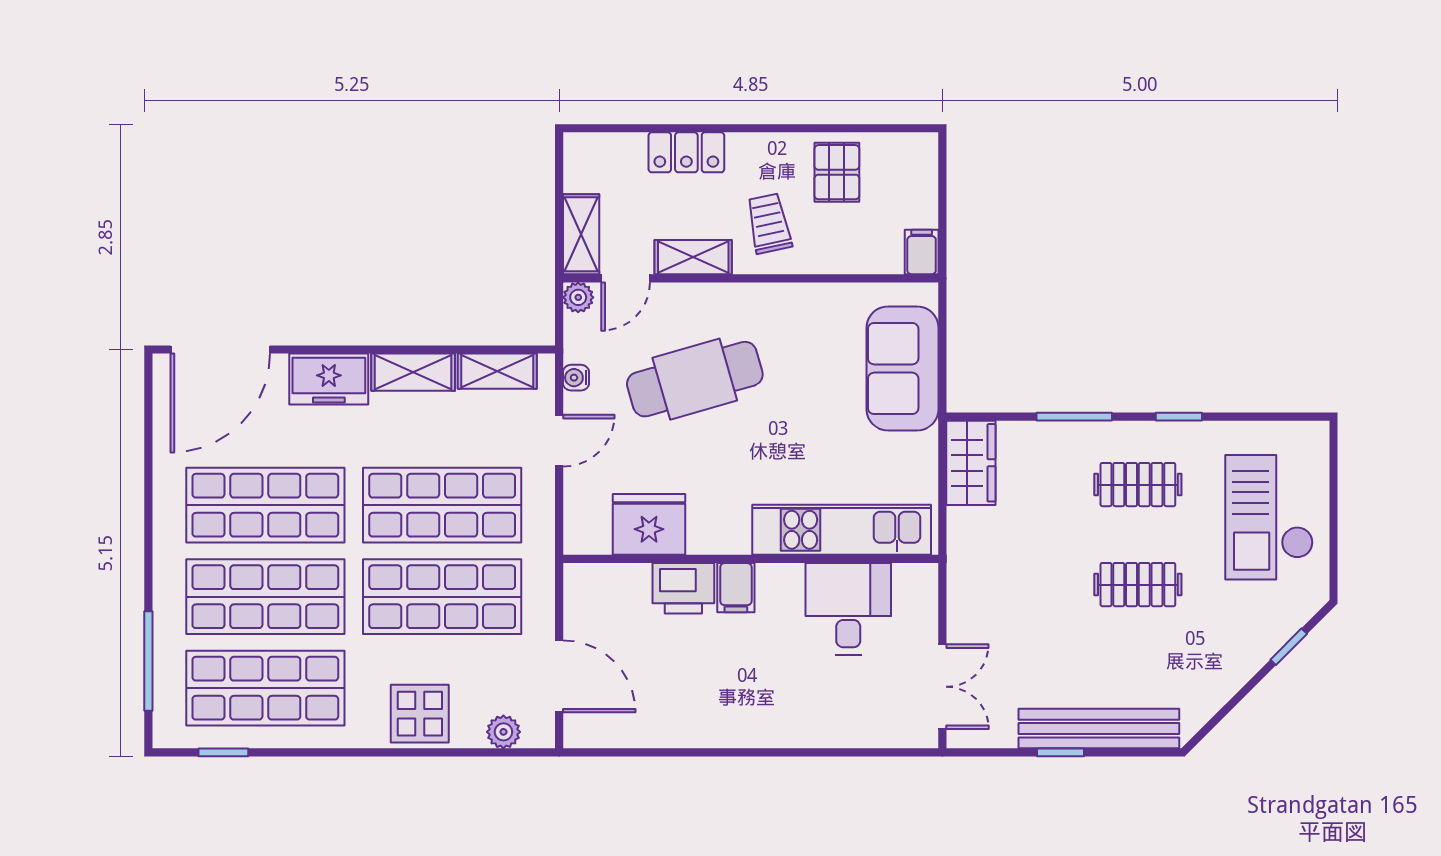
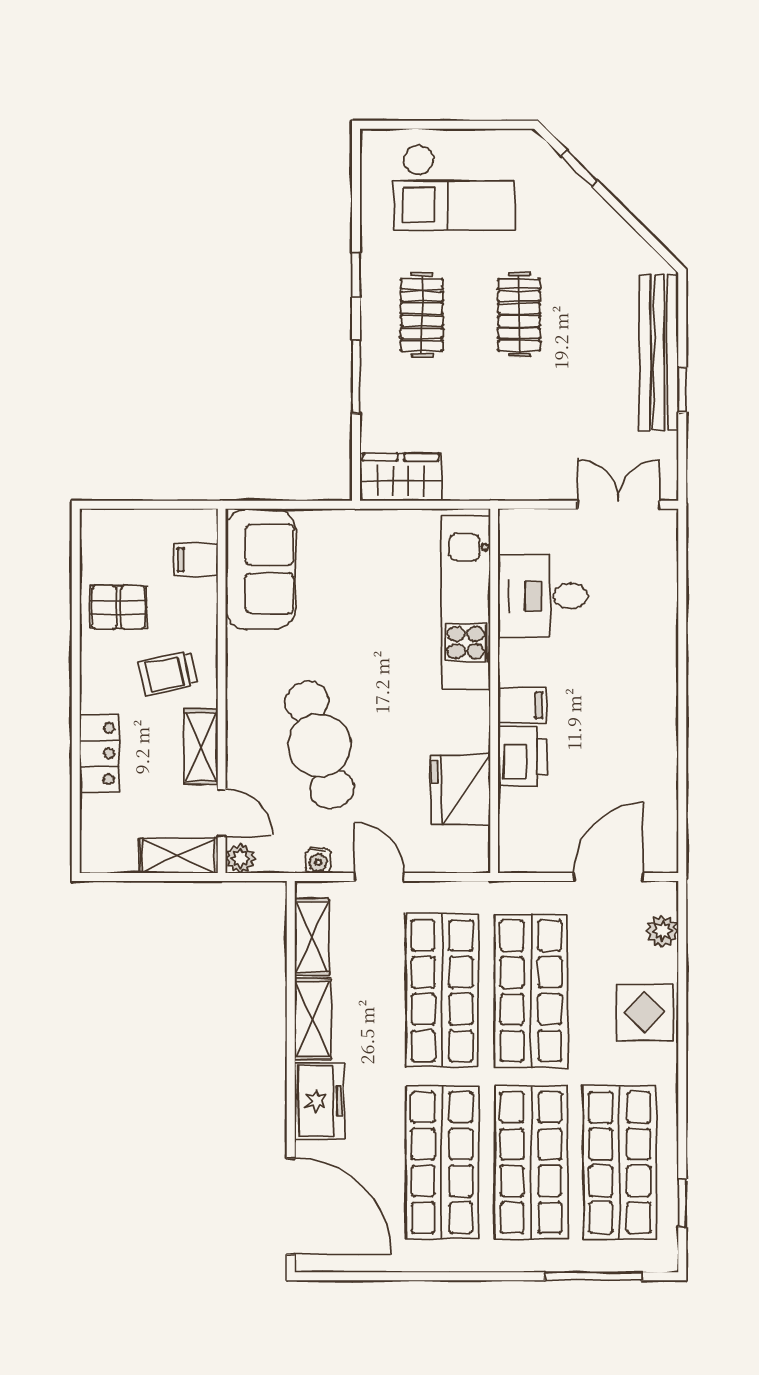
filing cabinet: (922, 252) -> (196, 560), moved
sofa: (903, 368) -> (260, 569), moved, turned -90

